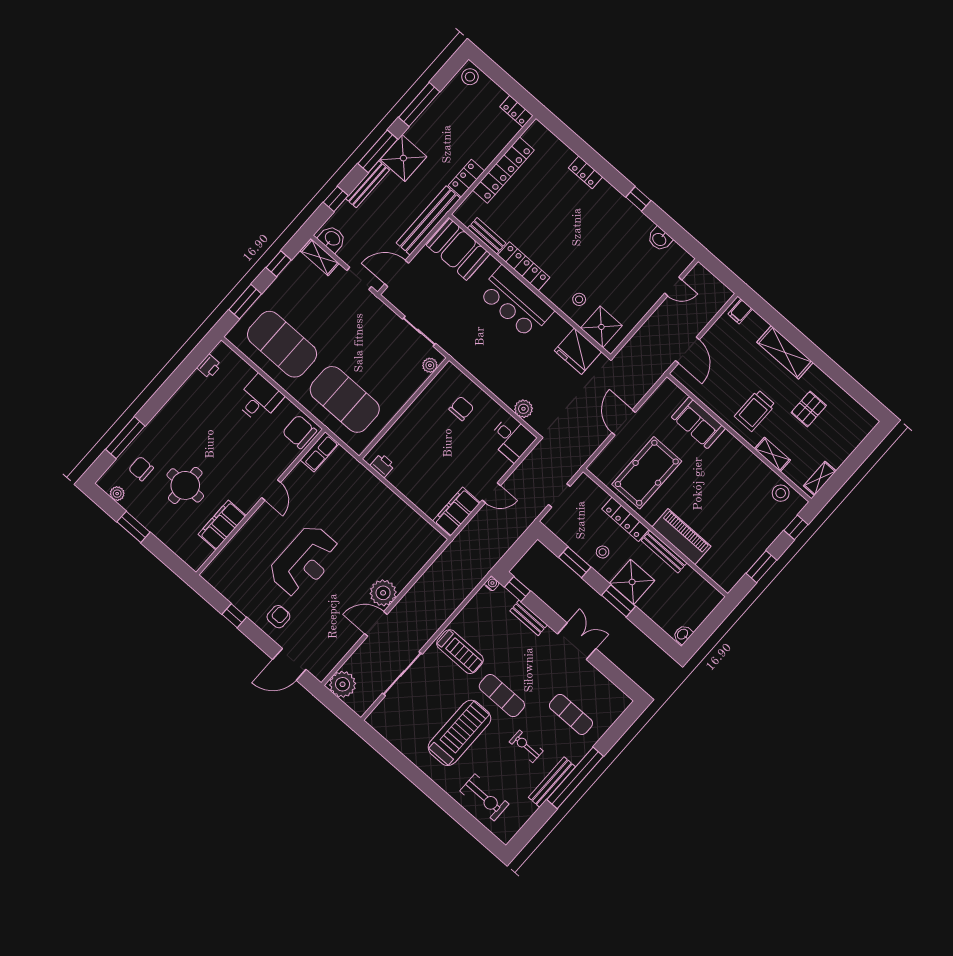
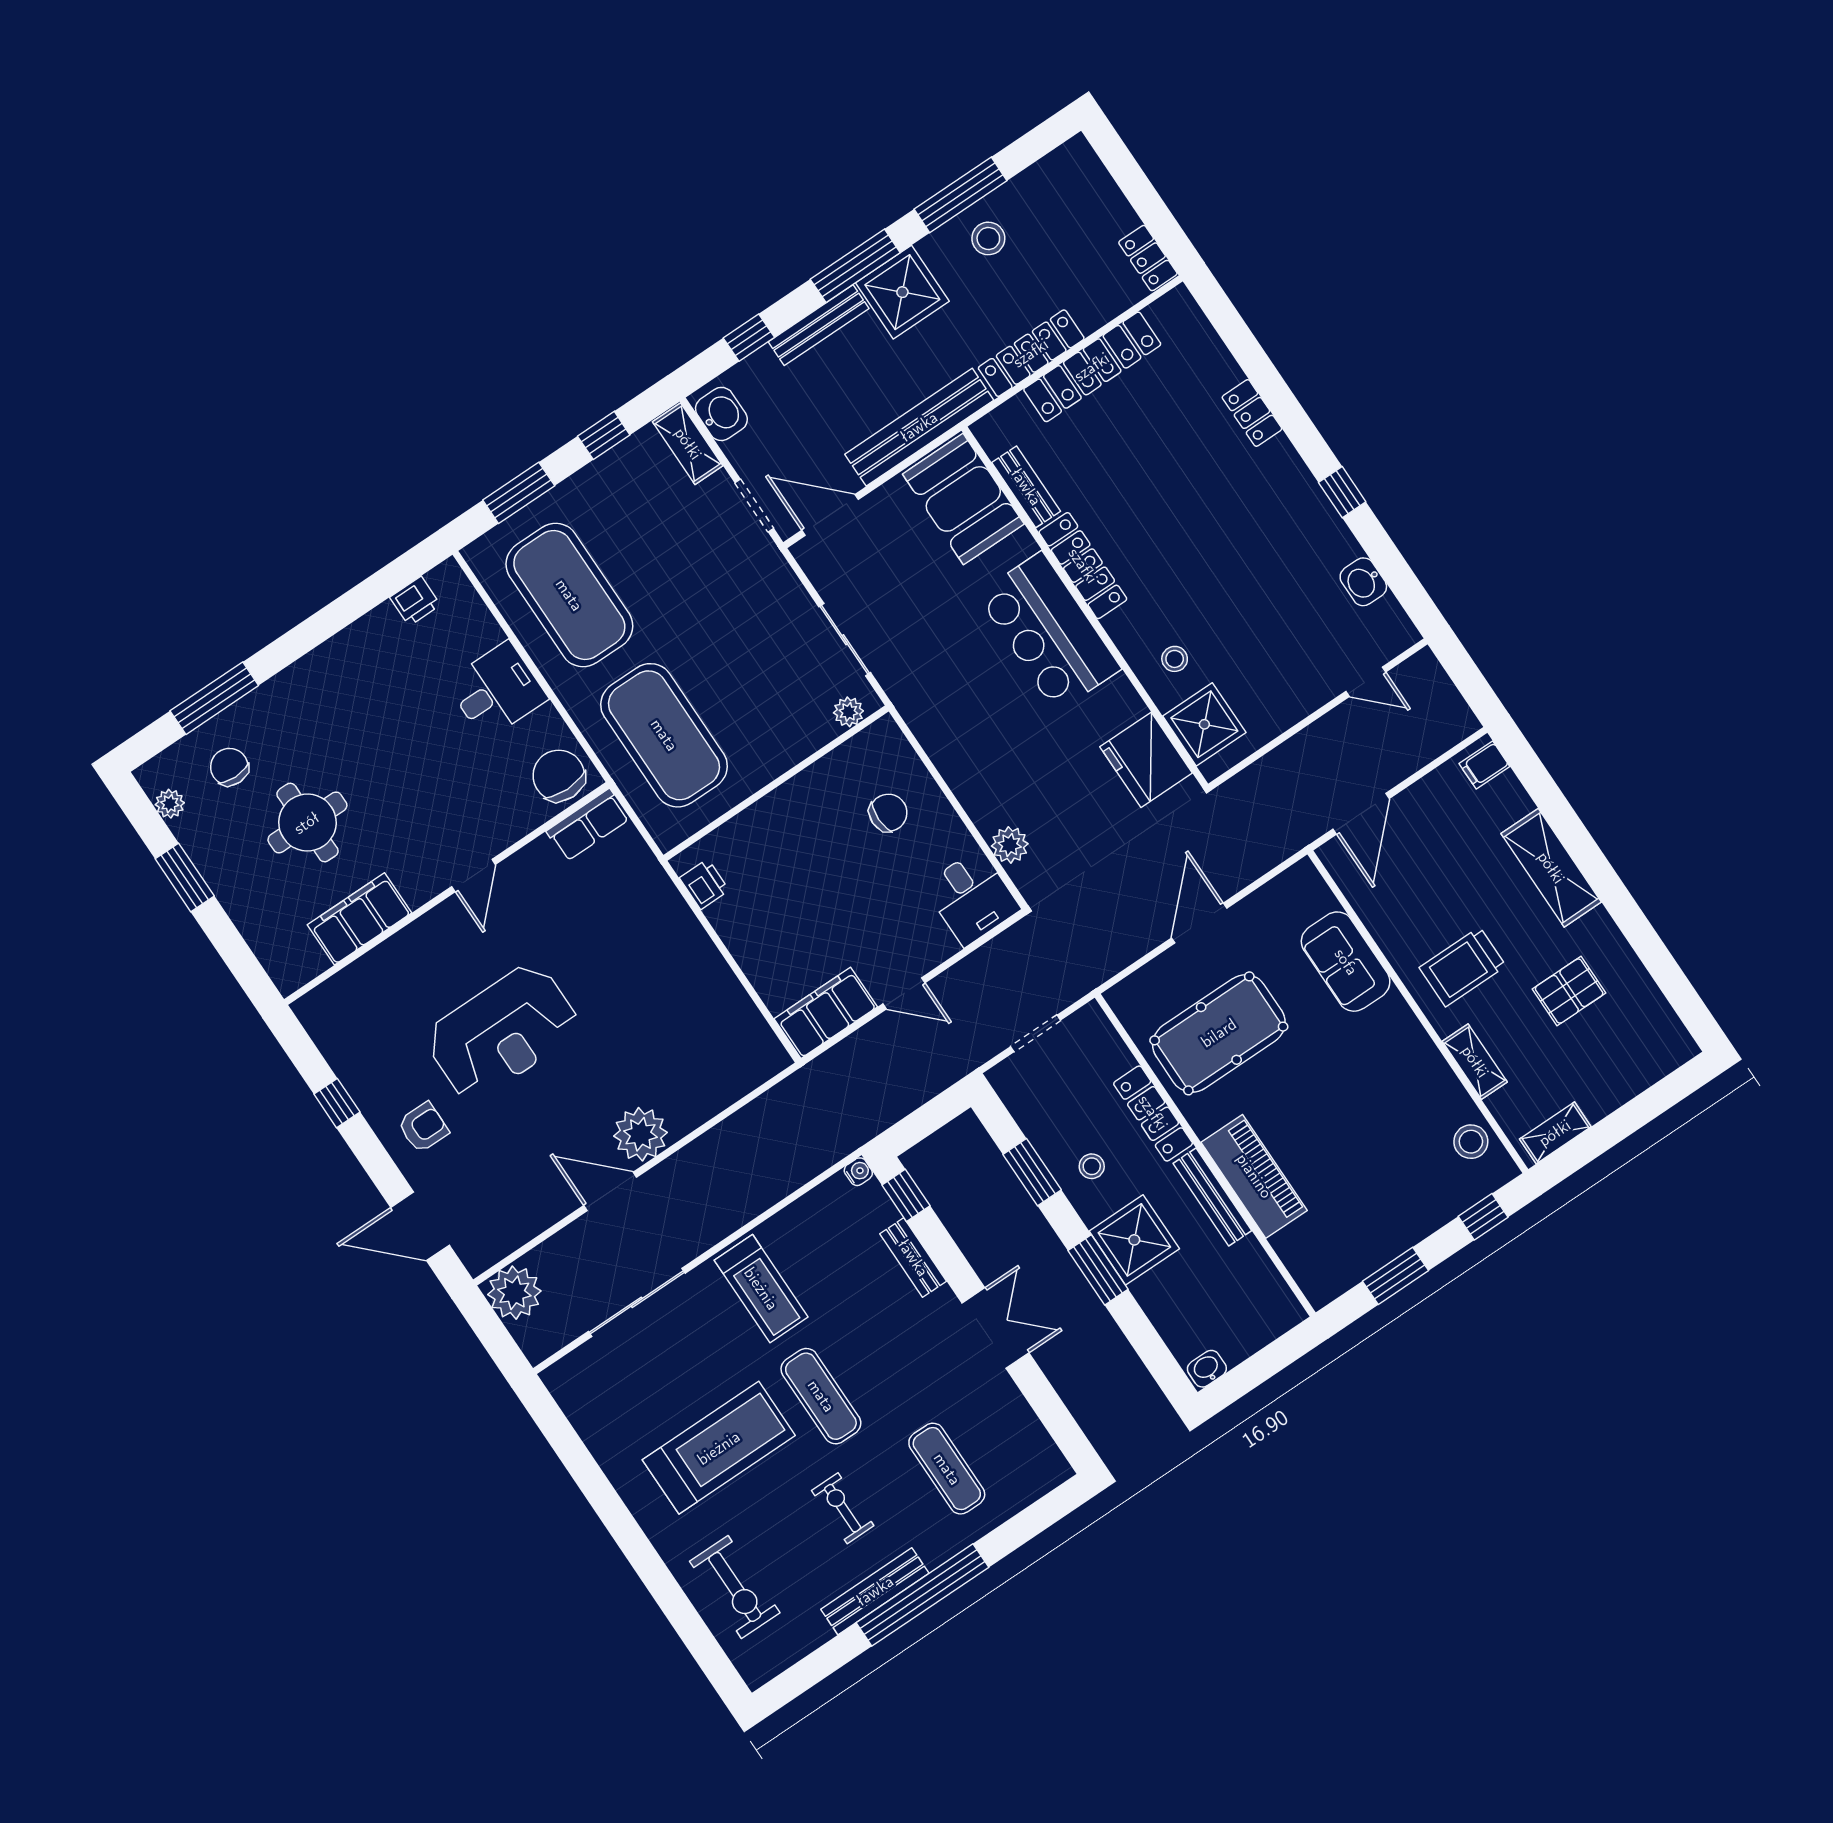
stool: (470, 77) -> (988, 238), moved
locker: (466, 178) -> (1031, 353), width x1.53

